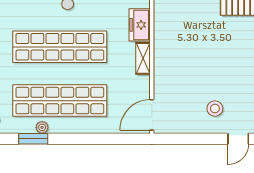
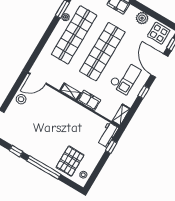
stool: (215, 109) -> (21, 99), moved
door: (152, 115) -> (38, 79), swing flipped

